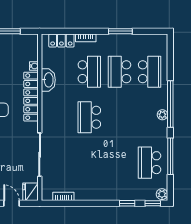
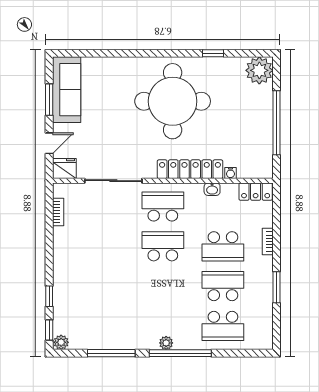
locker: (61, 40) -> (256, 192), moved, turned -90
washbasin: (48, 80) -> (212, 189), width x0.52, depth x0.69
school desk: (150, 163) -> (163, 207), moved

